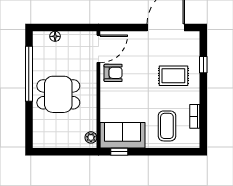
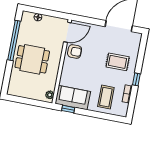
window: (203, 65) -> (136, 79), moved

